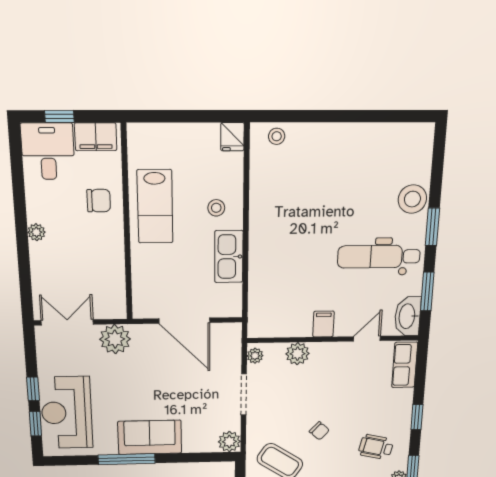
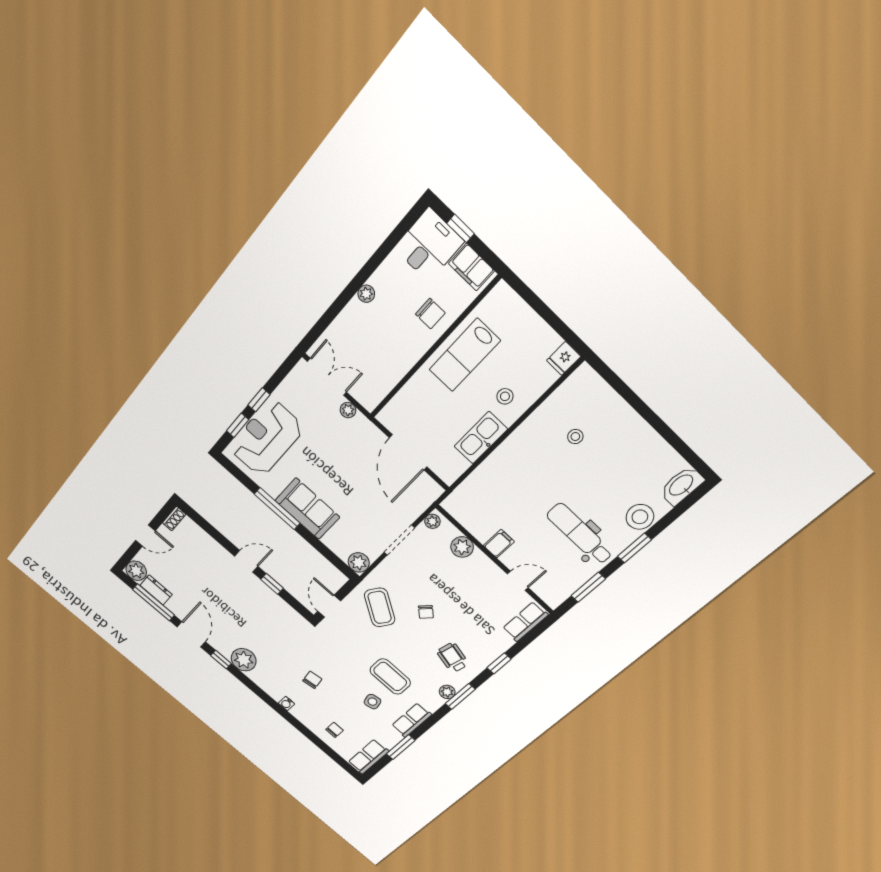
stool: (277, 136) -> (575, 437), moved
washbasin: (408, 316) -> (682, 486), moved
plant: (115, 339) -> (348, 410), width x0.53, depth x0.53

